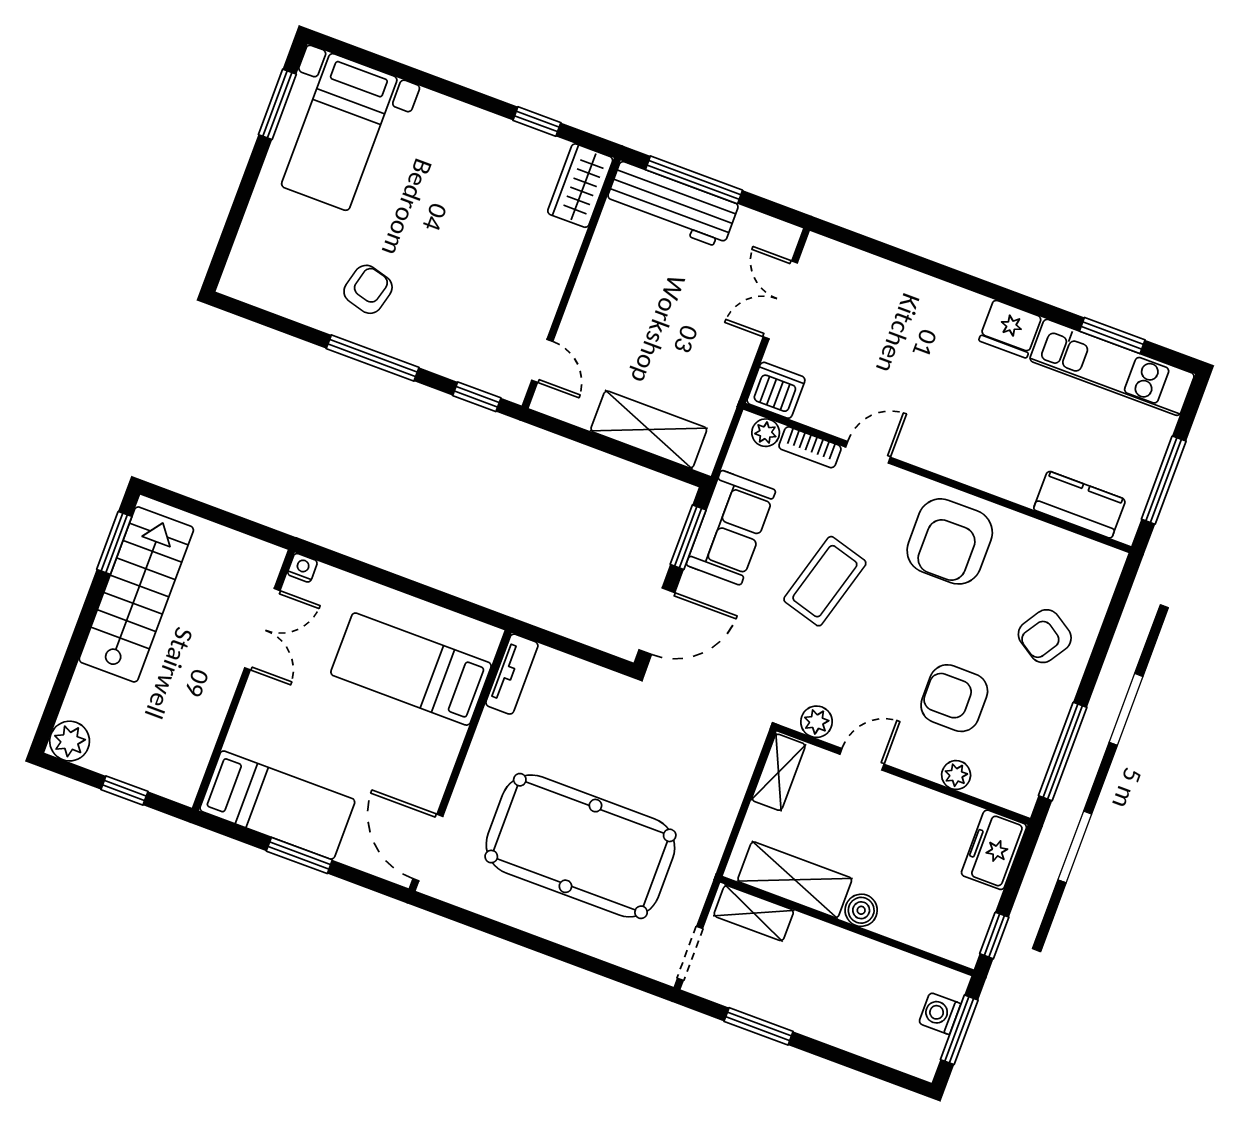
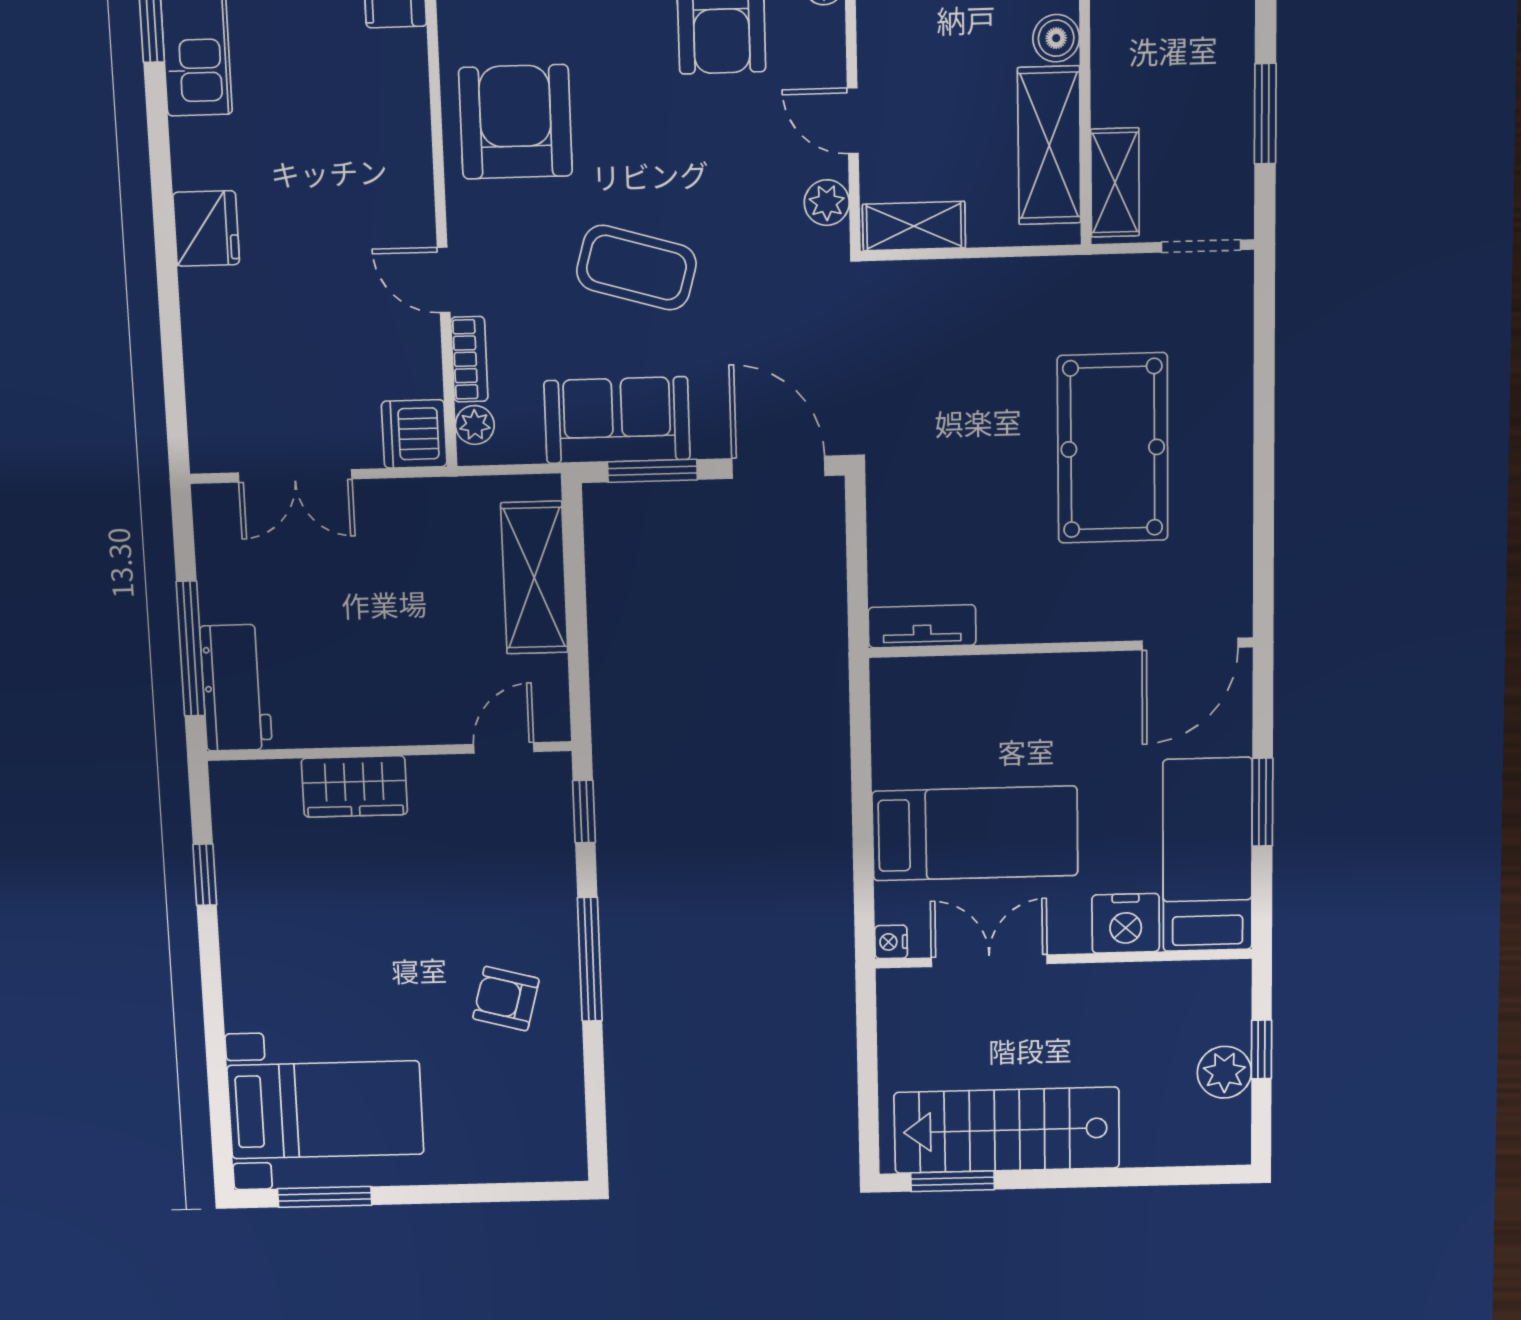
wardrobe: (580, 186) -> (354, 786), moved
workbench: (672, 205) -> (236, 688), width x0.73
fridge: (1010, 329) -> (206, 228), moved
armchair: (950, 541) -> (515, 122), turned -90
bed: (411, 669) -> (975, 833), moved, turned -90
nightstand: (251, 732) -> (1126, 923), added
plant: (70, 741) -> (1224, 1072), moved
pool table: (580, 846) -> (1113, 448), width x0.73, depth x0.76

